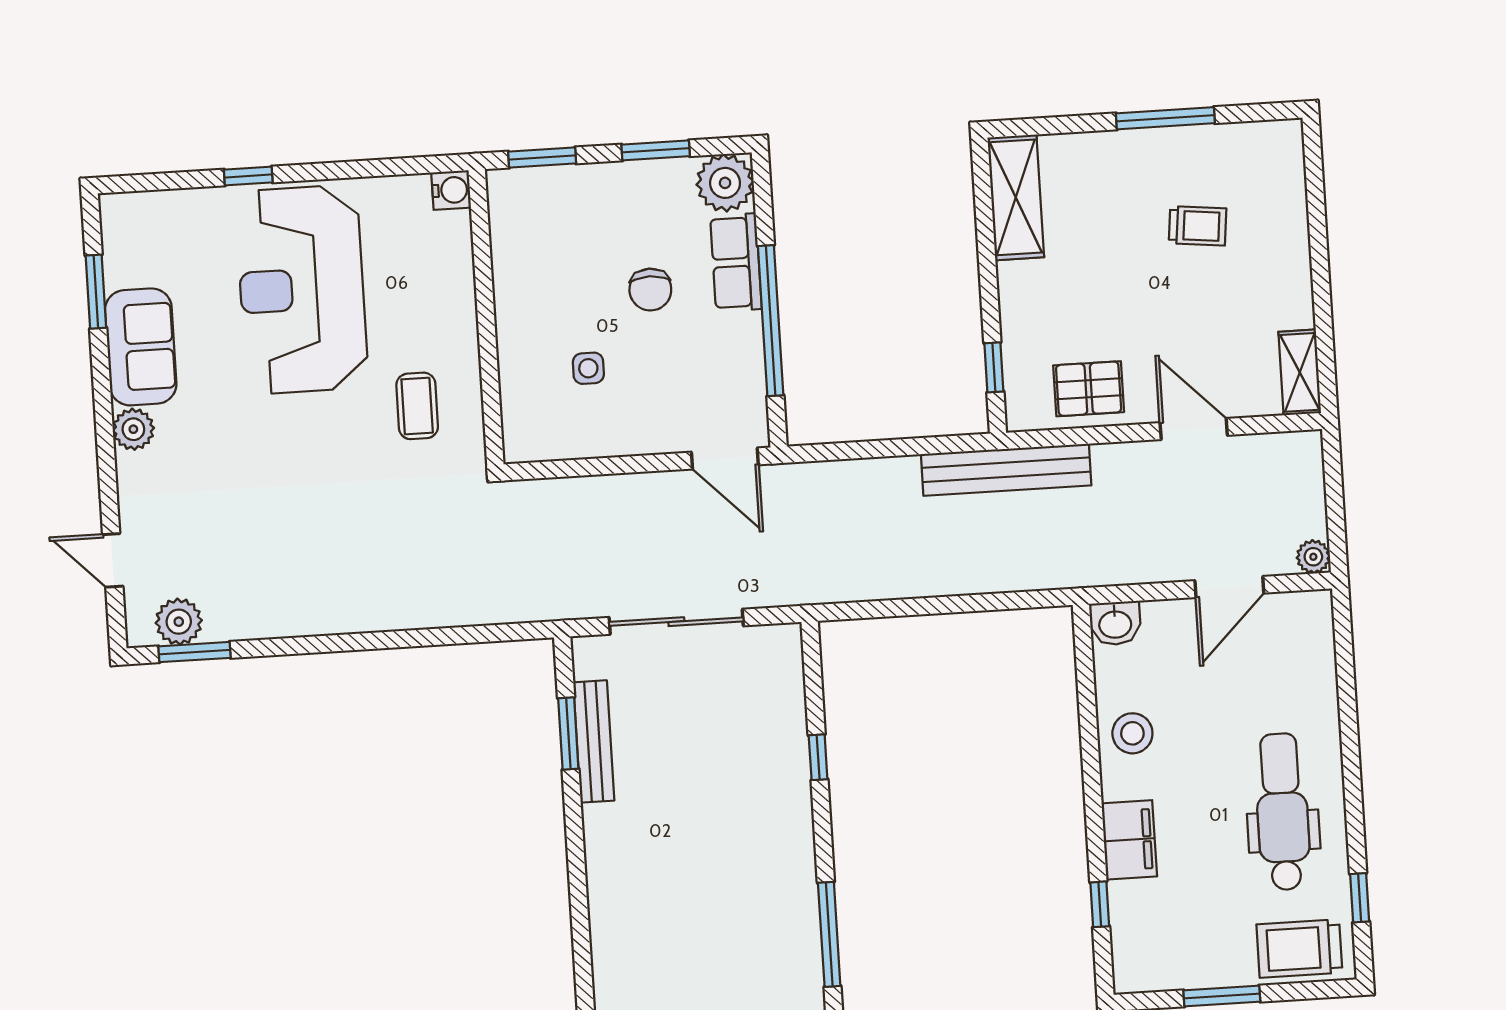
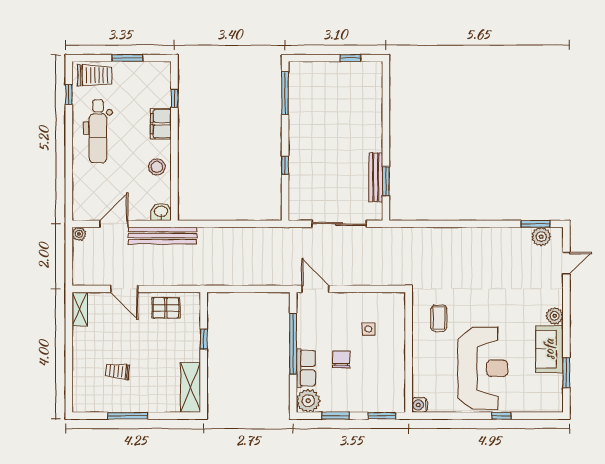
window: (994, 367) -> (204, 339), moved
bench: (1006, 470) -> (163, 236), moved
door: (113, 560) -> (566, 263), hinge flipped

